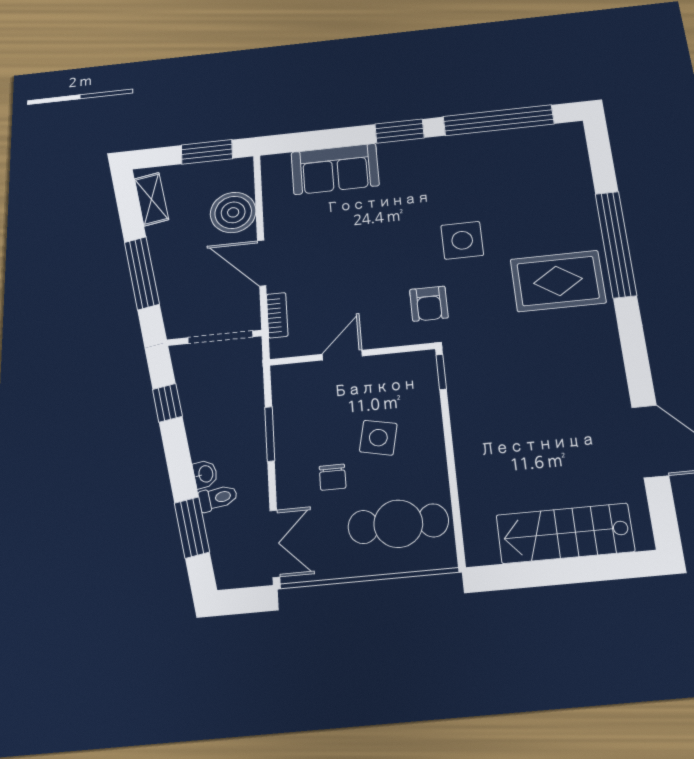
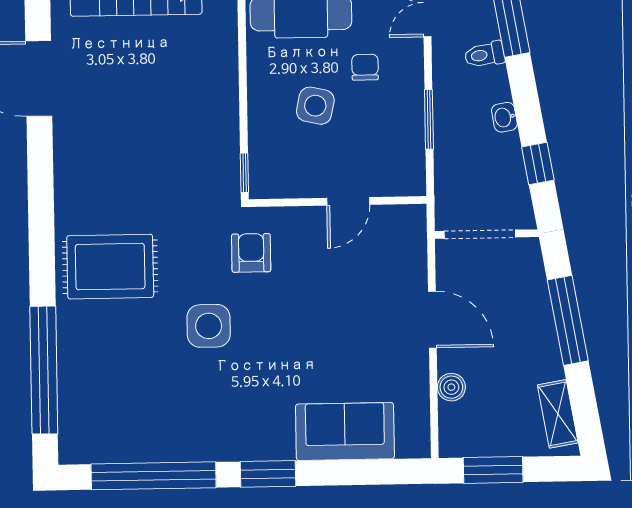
boiler: (233, 212) -> (451, 387), width x0.54, depth x0.54
window: (616, 244) -> (44, 370), moved
bookcase: (277, 315) -> (417, 255), removed
washbasin: (205, 474) -> (504, 117), moved

